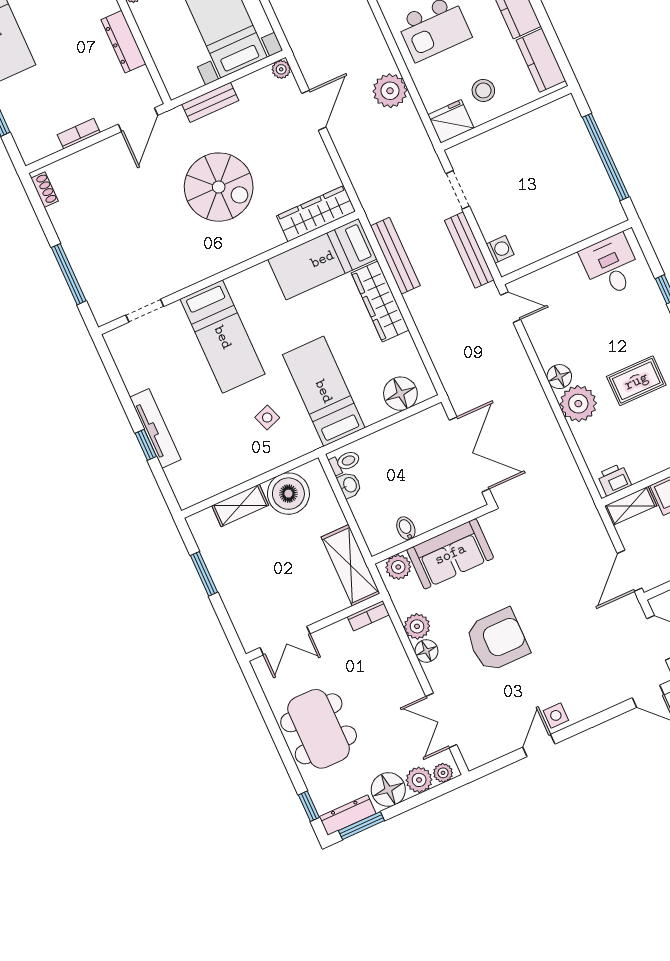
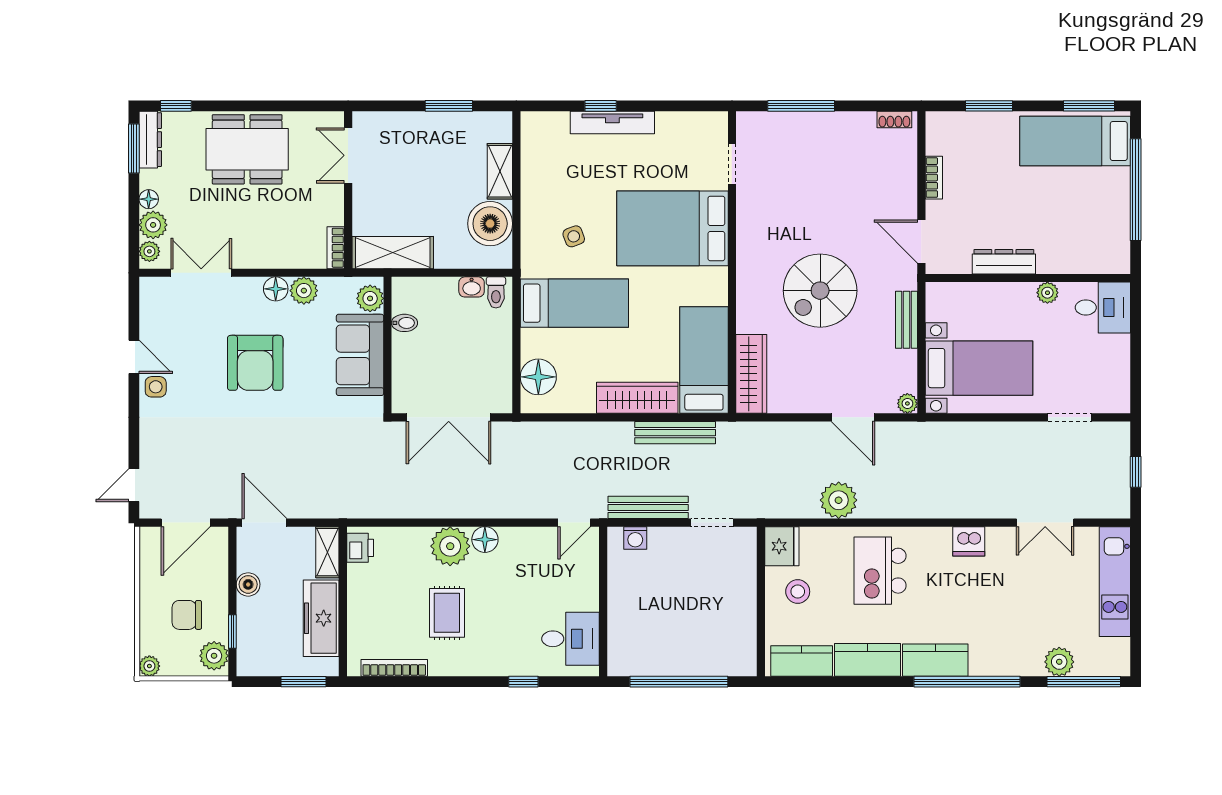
bed: (223, 337) -> (672, 228), width x1.50
floor lamp: (388, 790) -> (149, 199), width x0.53, depth x0.53

